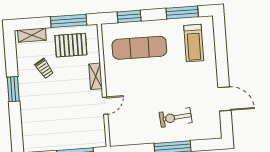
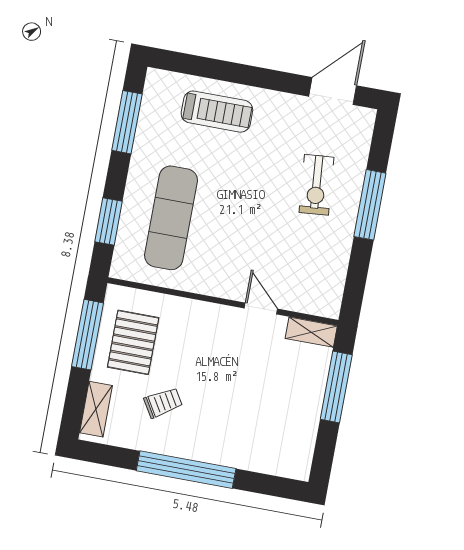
treadmill: (194, 43) -> (217, 112), moved
shelving: (96, 76) -> (311, 332), moved
window: (13, 89) -> (186, 470), width x2.11
door: (224, 99) -> (333, 91), moved

